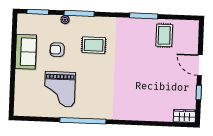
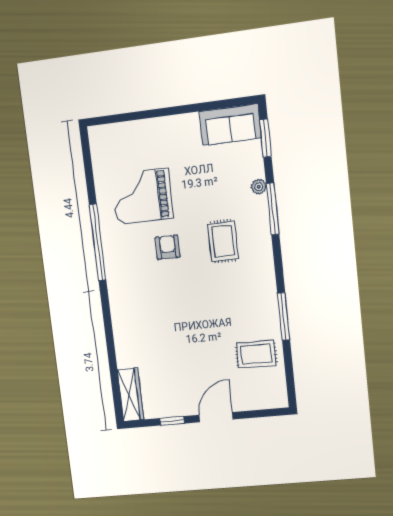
armchair: (57, 50) -> (168, 247), moved
sofa: (26, 52) -> (230, 125), moved
wardrobe: (184, 116) -> (130, 395), width x1.50

